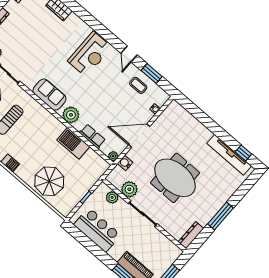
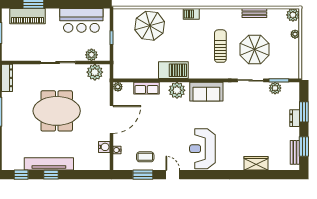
window: (221, 133) -> (51, 175), added
barbecue: (73, 143) -> (173, 70), moved
tv unit: (229, 155) -> (49, 164), moved
water cooler: (125, 163) -> (104, 147), moved
plant: (129, 189) -> (95, 72), moved

